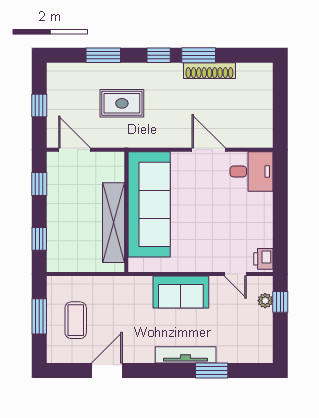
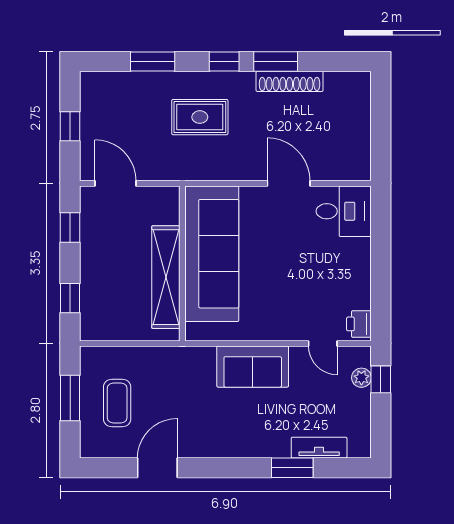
rug: (122, 103) -> (200, 117), moved
tv unit: (186, 355) -> (319, 448), moved, width x0.71

